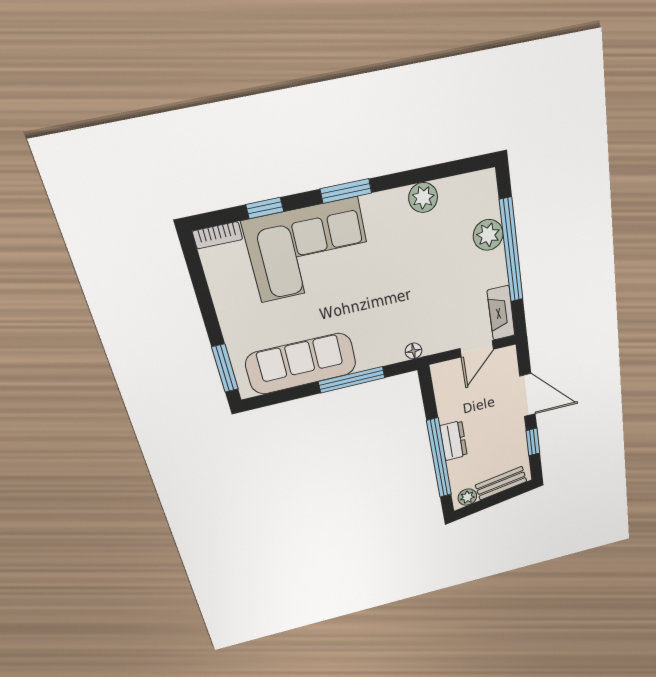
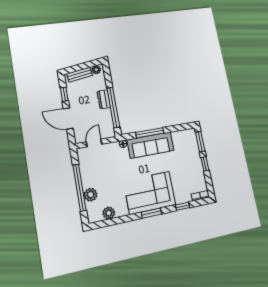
plant: (423, 198) -> (109, 213), moved
corner sofa: (309, 250) -> (150, 193), moved
fireplace: (501, 313) -> (83, 159), removed
window: (209, 315) -> (205, 164), added
sofa: (301, 364) -> (150, 145), moved
window: (439, 458) -> (113, 107), moved

